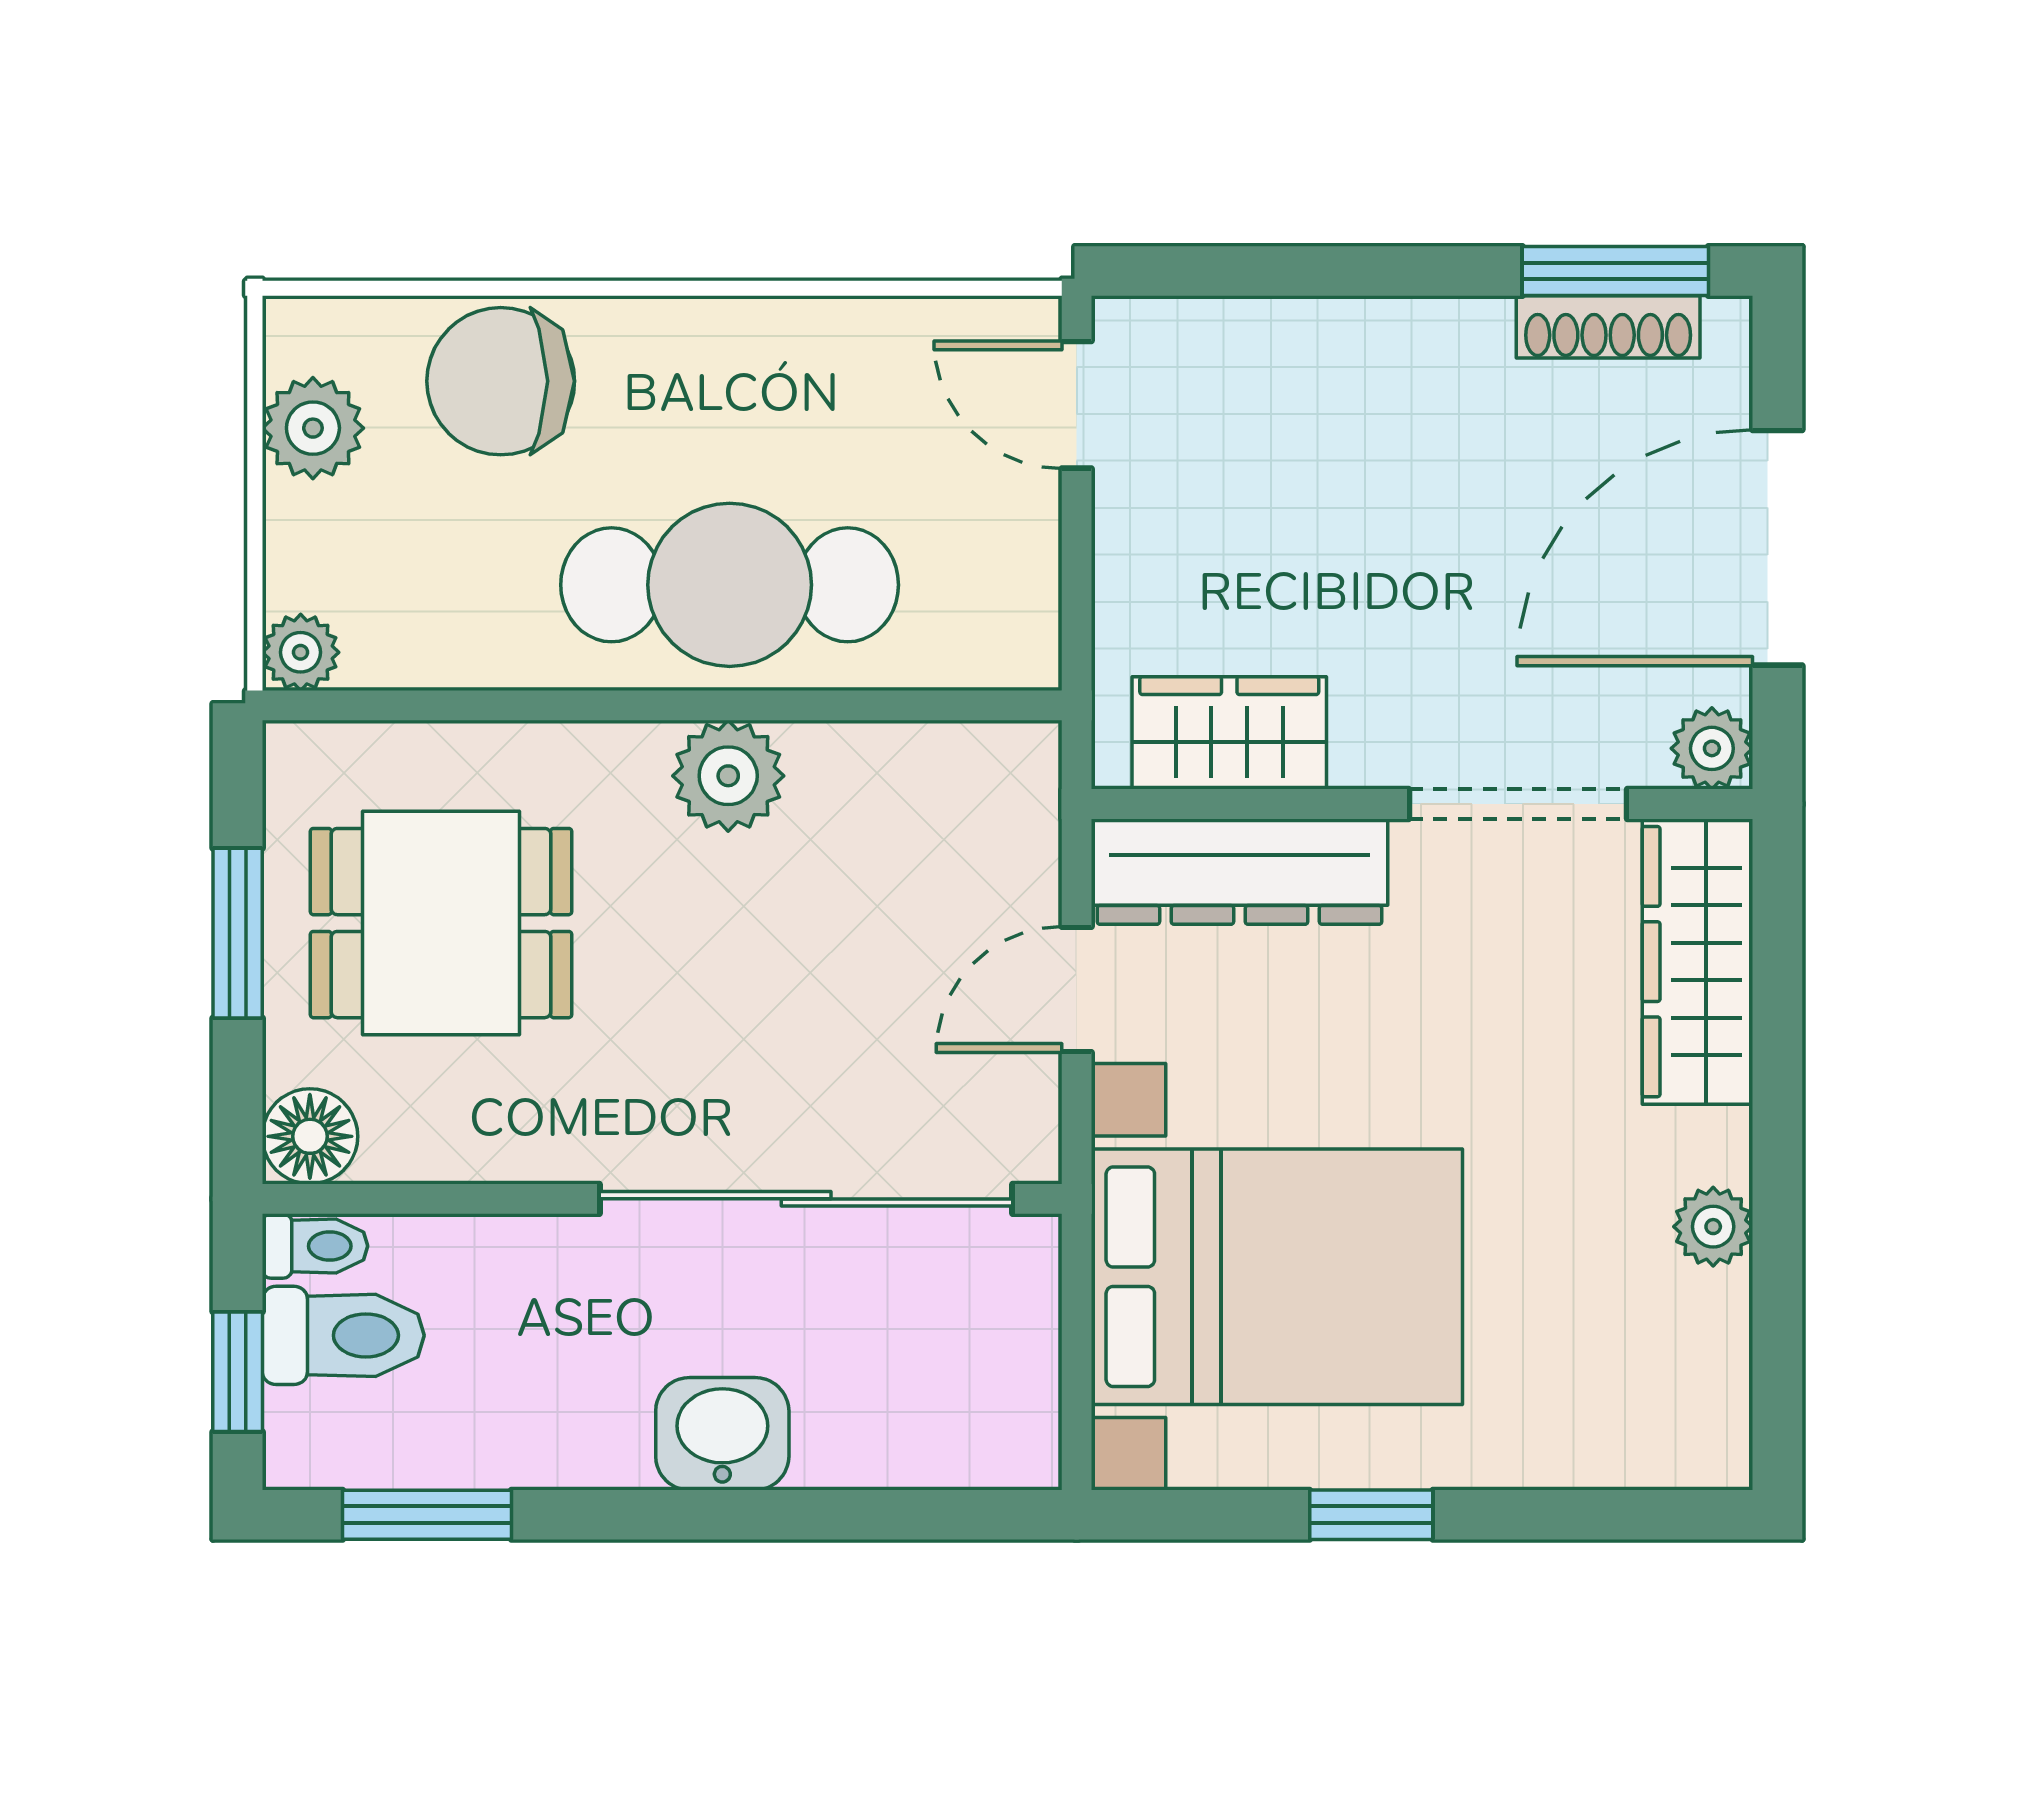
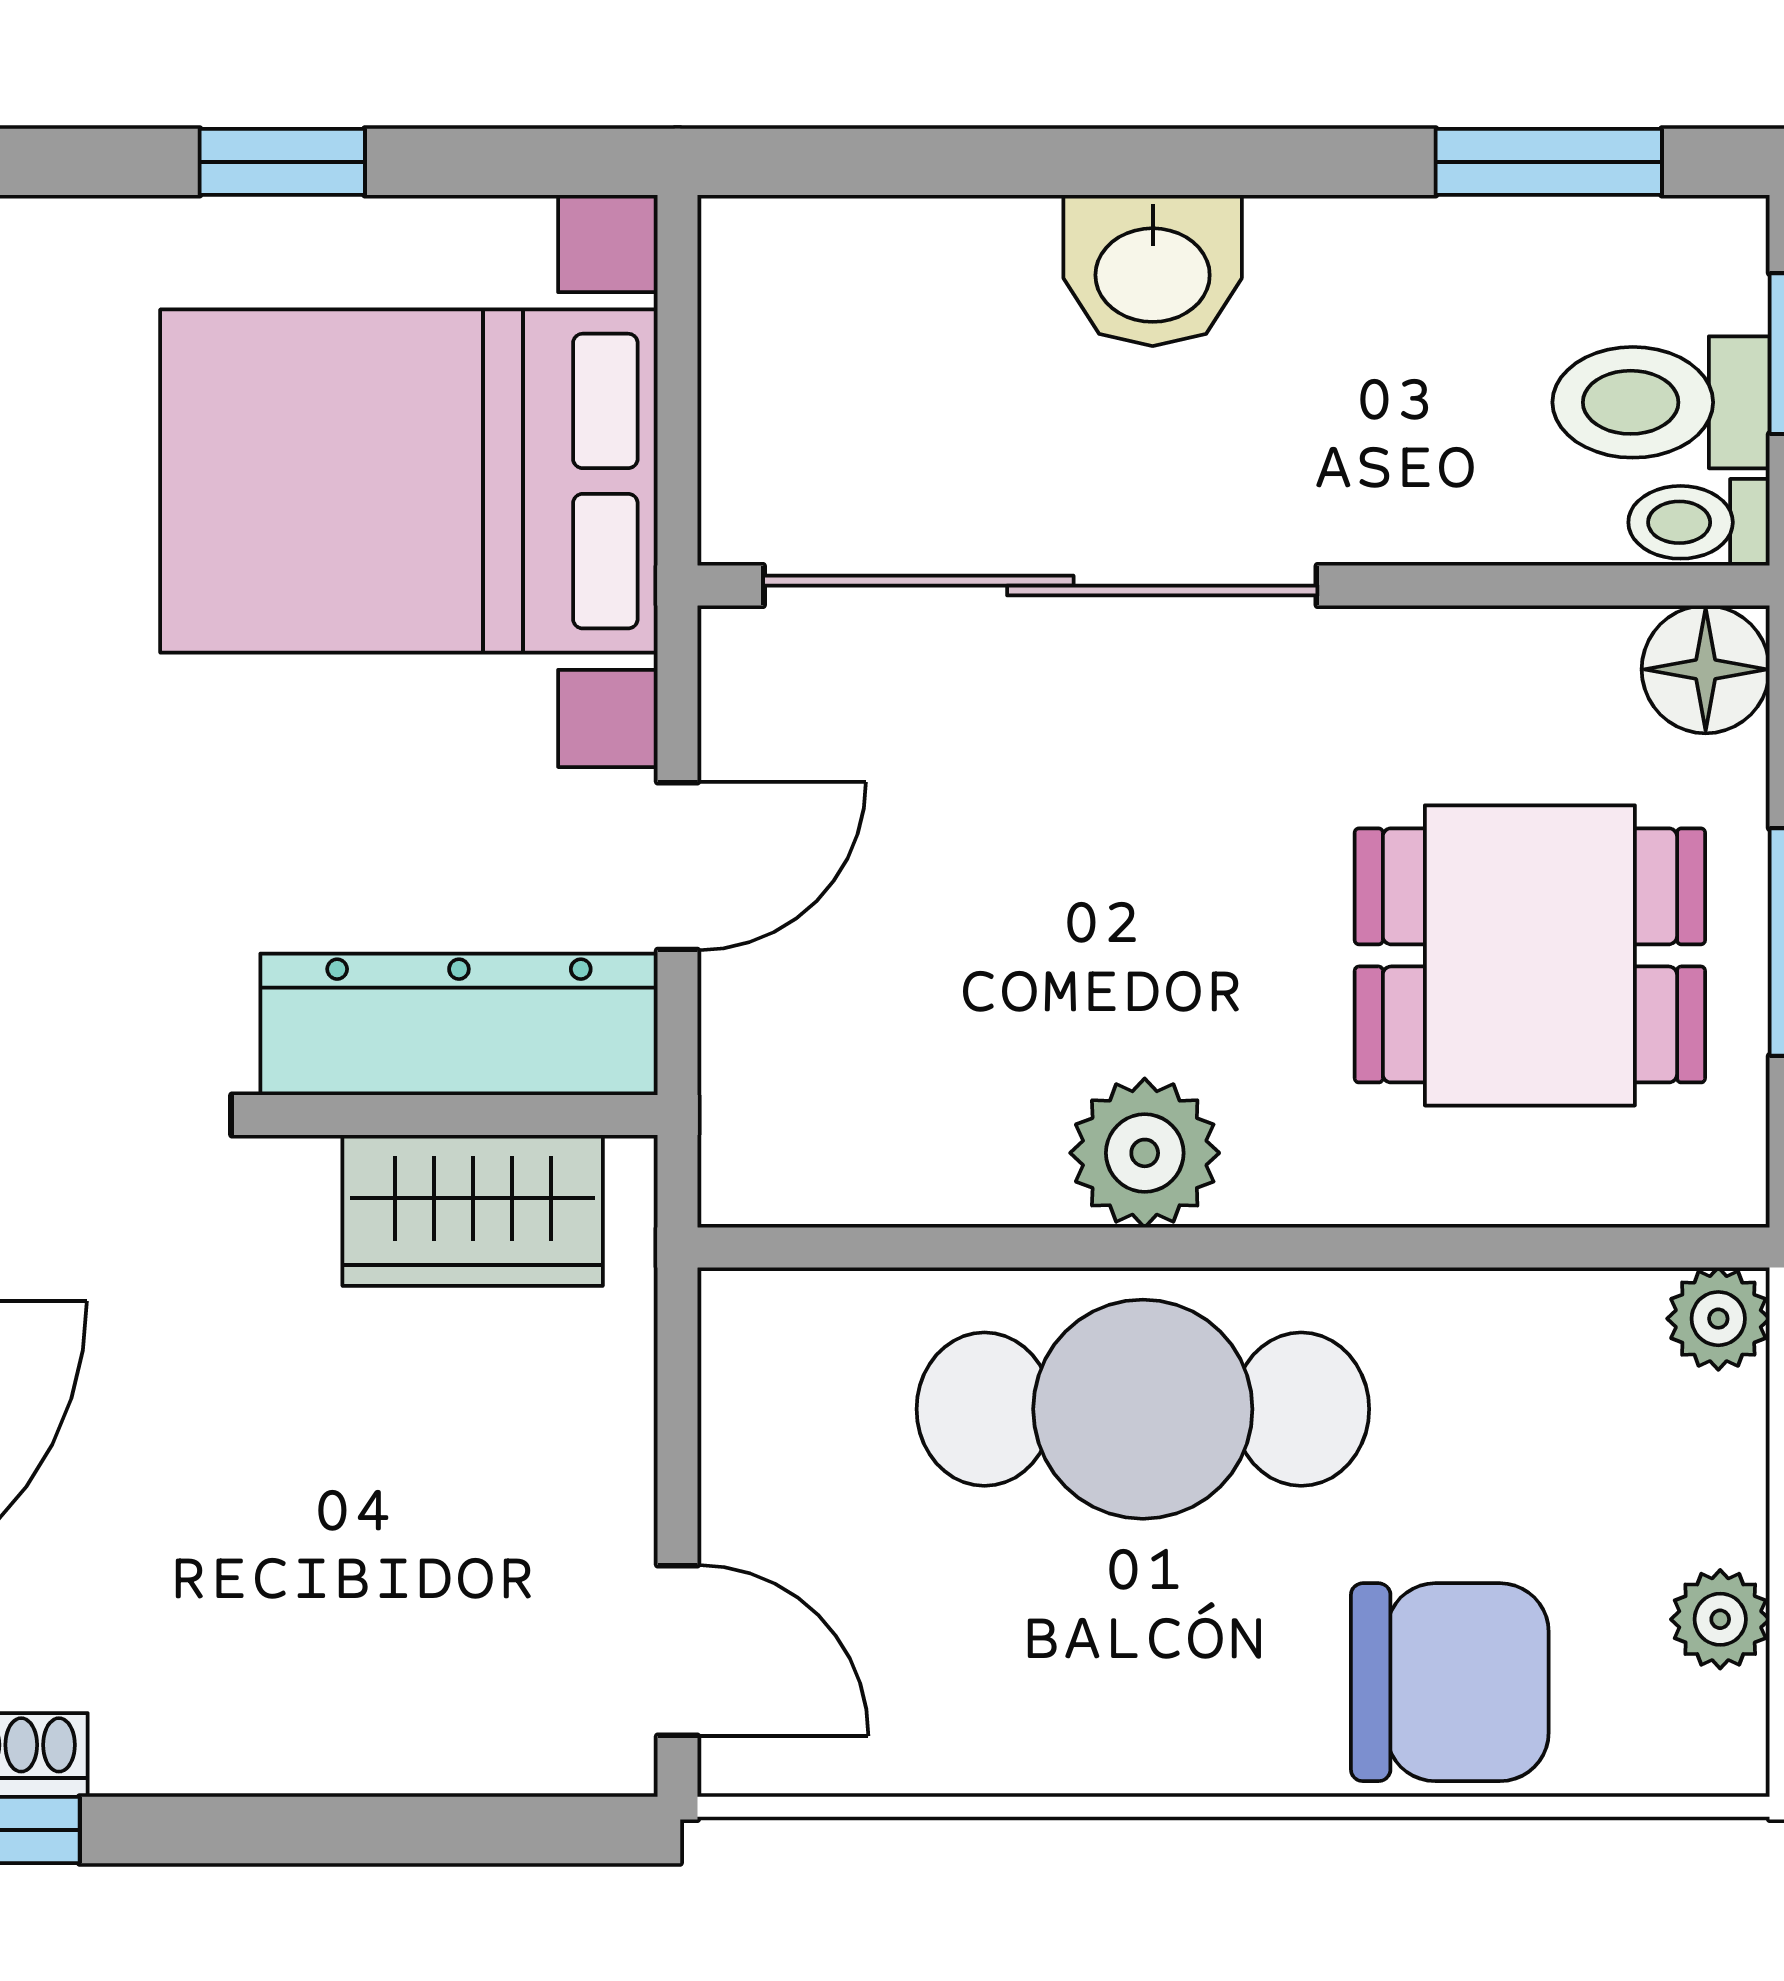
plant: (313, 428) -> (1720, 1619), width x0.73, depth x0.73

